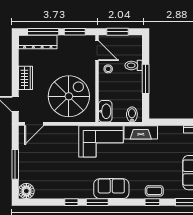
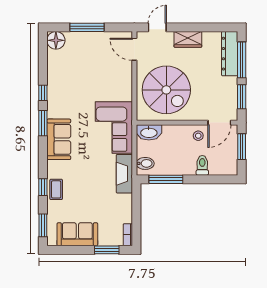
window: (146, 79) -> (166, 179), moved

